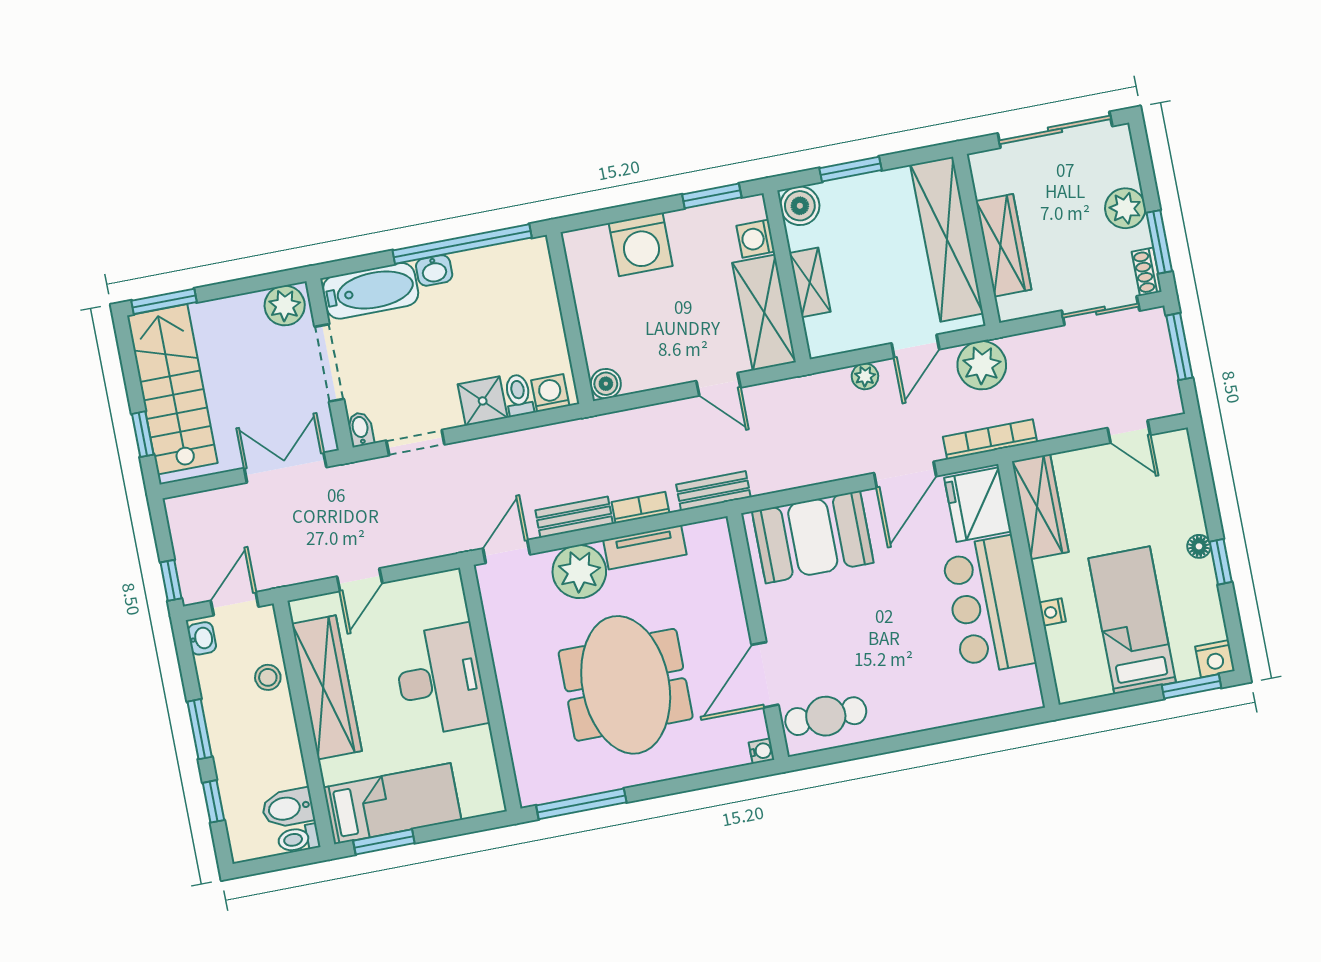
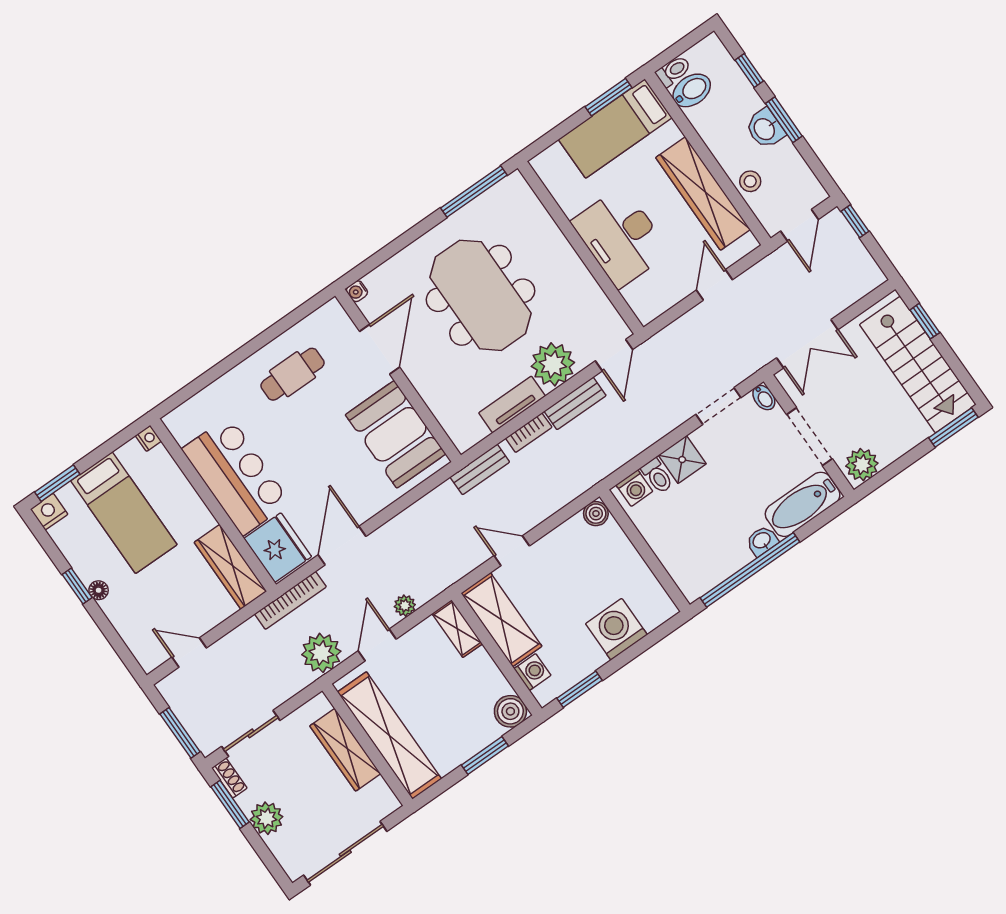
shelving: (810, 282) -> (457, 629), moved
booth: (813, 537) -> (396, 434), moved, turned 90
nightstand: (1052, 612) -> (148, 438), moved
washbasin: (202, 638) -> (765, 129), moved, width x1.38, depth x1.45
cafe table: (826, 716) -> (293, 374), moved

